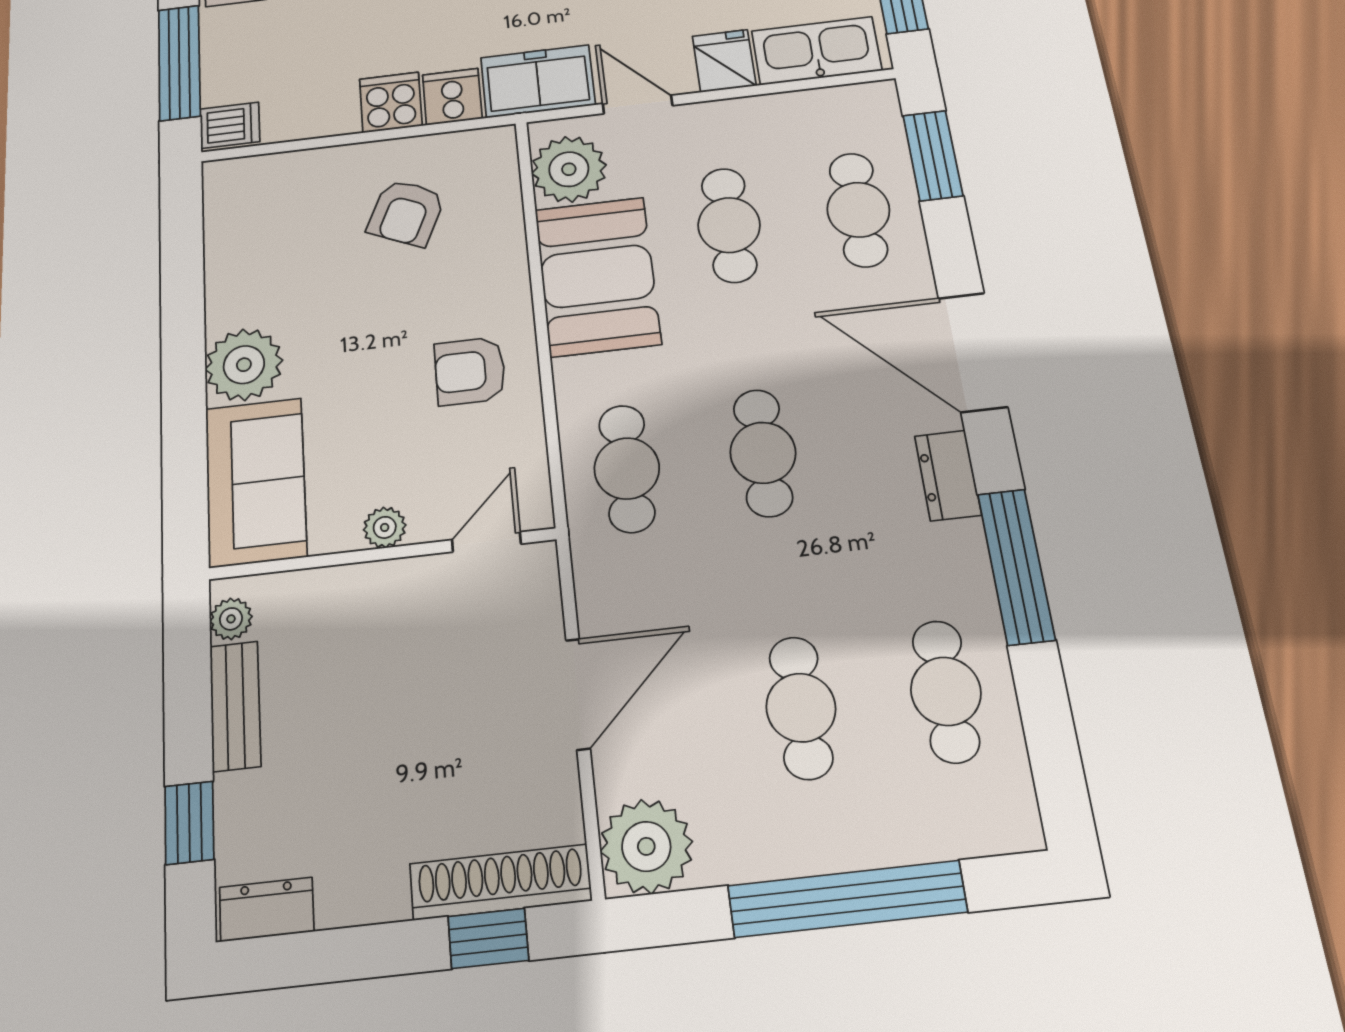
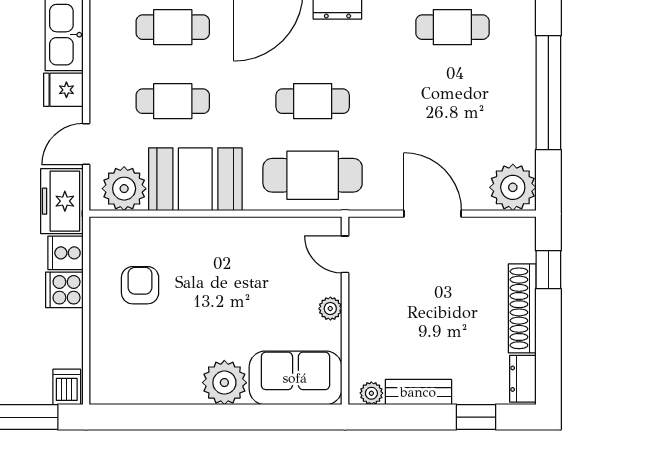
armchair: (406, 213) -> (140, 285), turned -114
armchair: (470, 371) -> (244, 256), removed
cafe table: (627, 468) -> (313, 175), width x1.37, depth x1.35
cafe table: (801, 708) -> (452, 101), removed
shoe rack: (500, 882) -> (522, 308), moved

